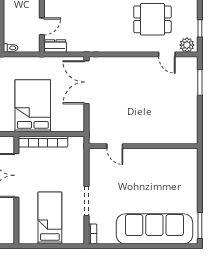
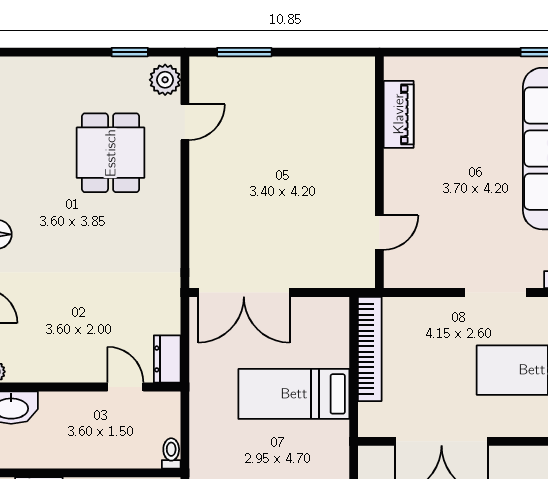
bed: (33, 106) -> (294, 394), width x0.67
bookcase: (43, 142) -> (370, 349), moved
piano: (171, 155) -> (399, 114), added

